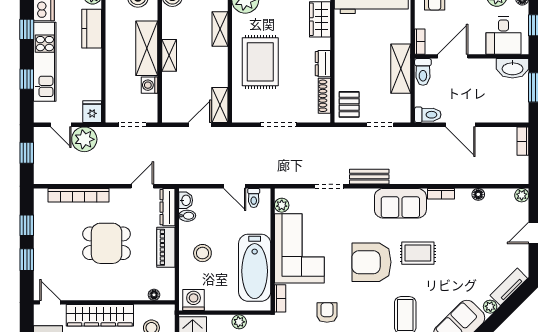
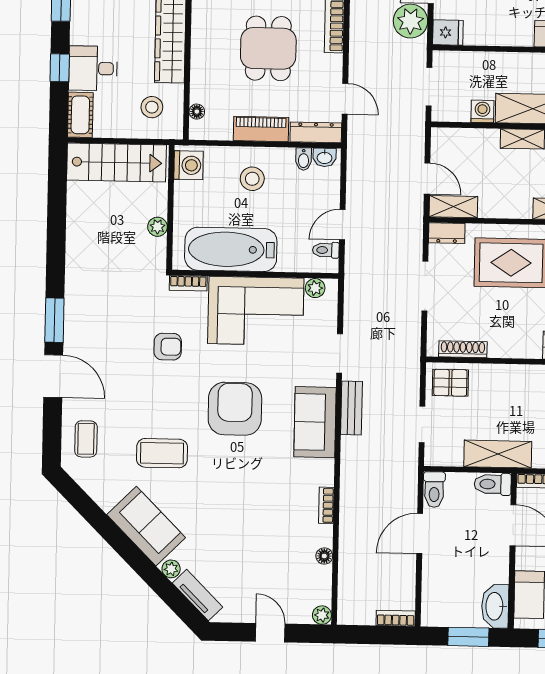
dresser: (323, 64) -> (447, 233), moved, turned 180
sofa: (400, 203) -> (315, 422), moved
rug: (418, 253) -> (246, 472), removed

